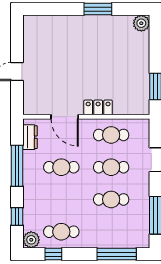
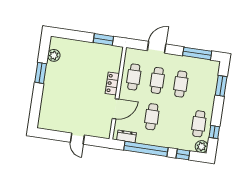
plant: (141, 23) -> (54, 55), moved
window: (17, 166) -> (146, 149), width x1.46
window: (117, 254) -> (221, 86), width x0.69

